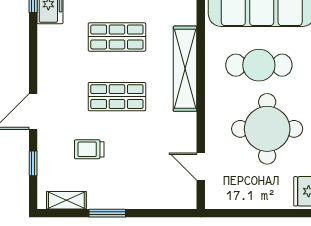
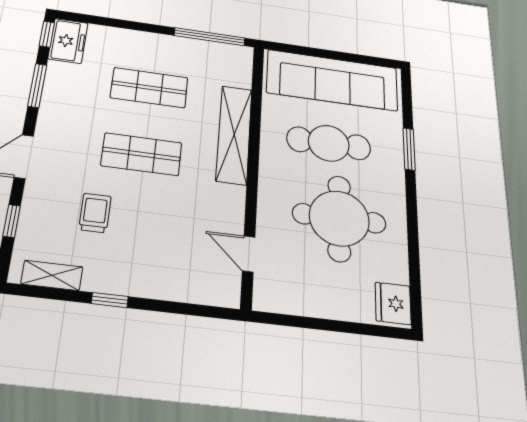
window: (33, 49) -> (37, 85), added
trolley: (89, 149) -> (95, 213), turned 90
window: (107, 213) -> (110, 300), width x0.67

